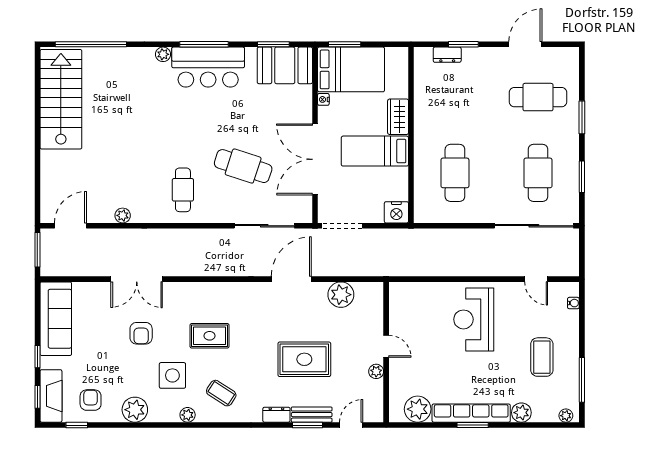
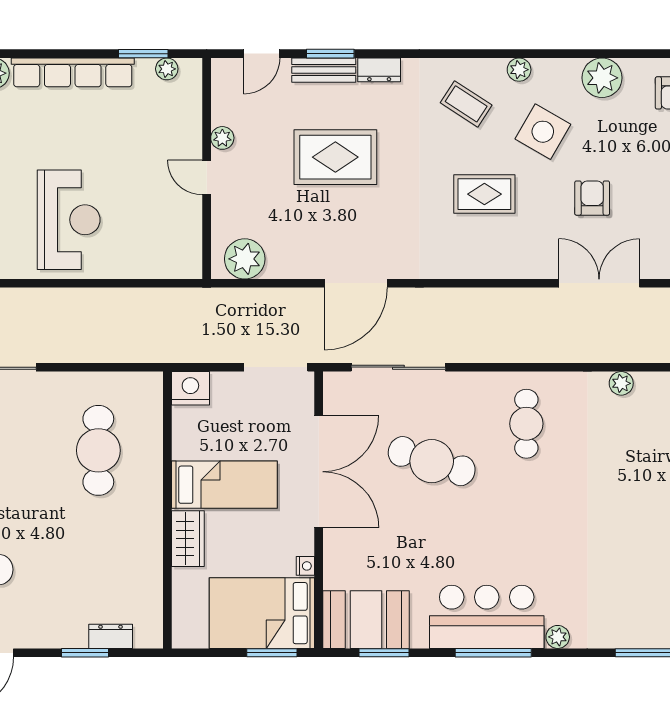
plant: (341, 295) -> (245, 259), moved
side table: (172, 375) -> (543, 132), turned 30
plant: (418, 409) -> (167, 69), width x0.53, depth x0.53
window: (473, 425) -> (143, 54), moved

